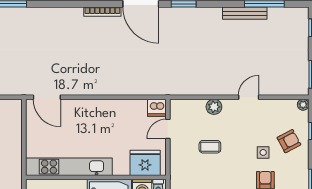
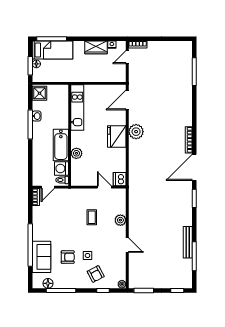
plant: (91, 85) -> (136, 132), added
fridge: (145, 163) -> (117, 136), moved, turned 180
kitchen unit: (69, 167) -> (77, 108), width x0.73
plant: (121, 168) -> (76, 153), added

